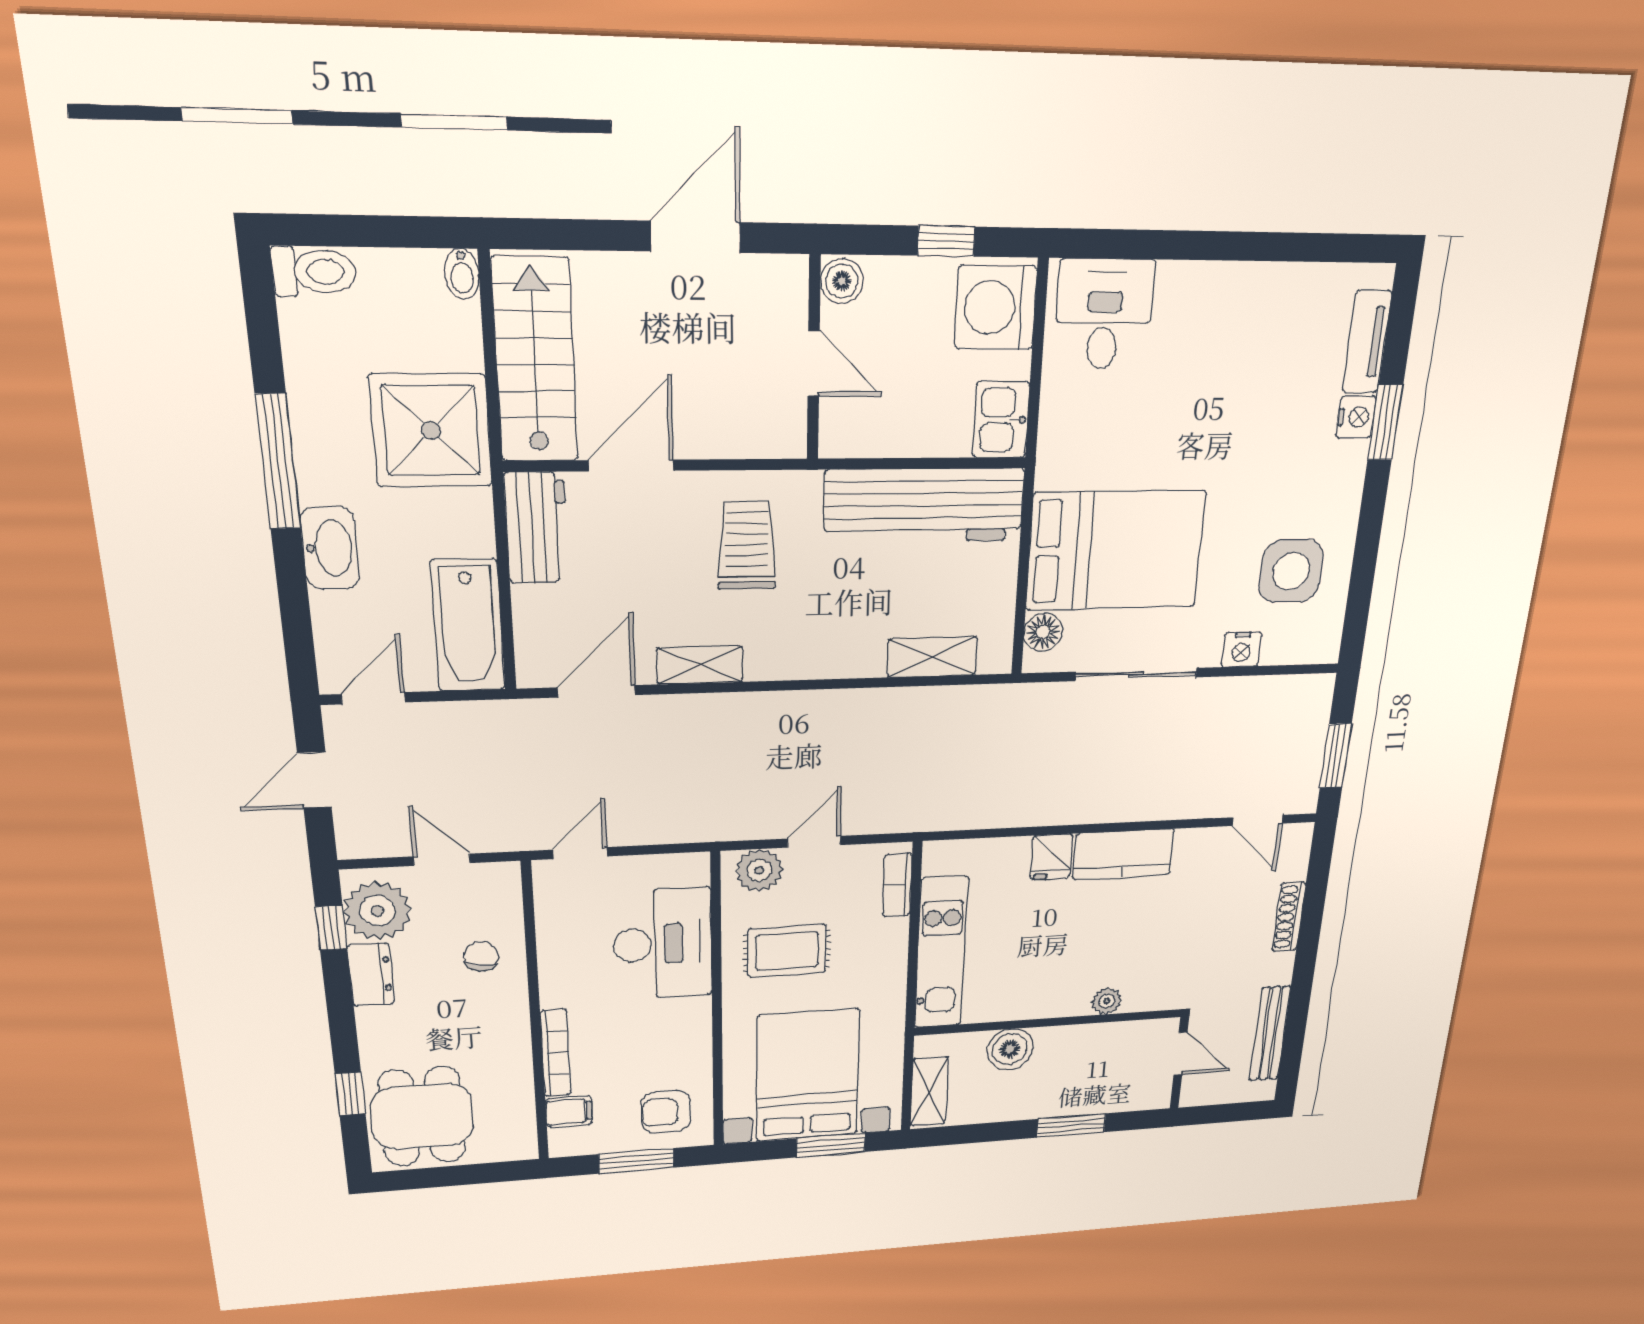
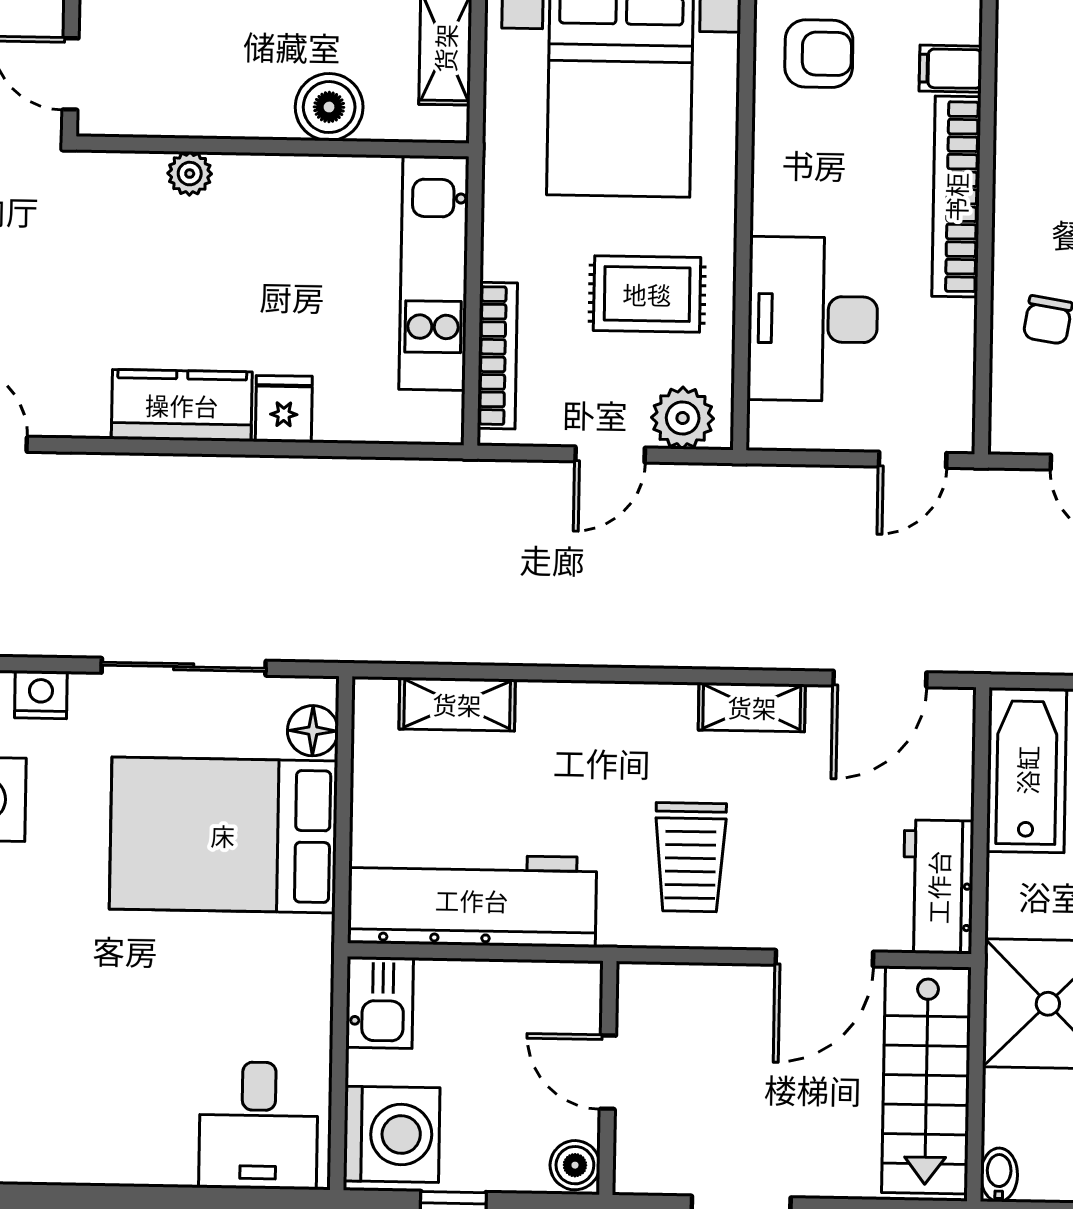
bookcase: (897, 885) -> (497, 356), width x1.56
bookcase: (556, 1053) -> (956, 197), width x1.48, depth x1.31

